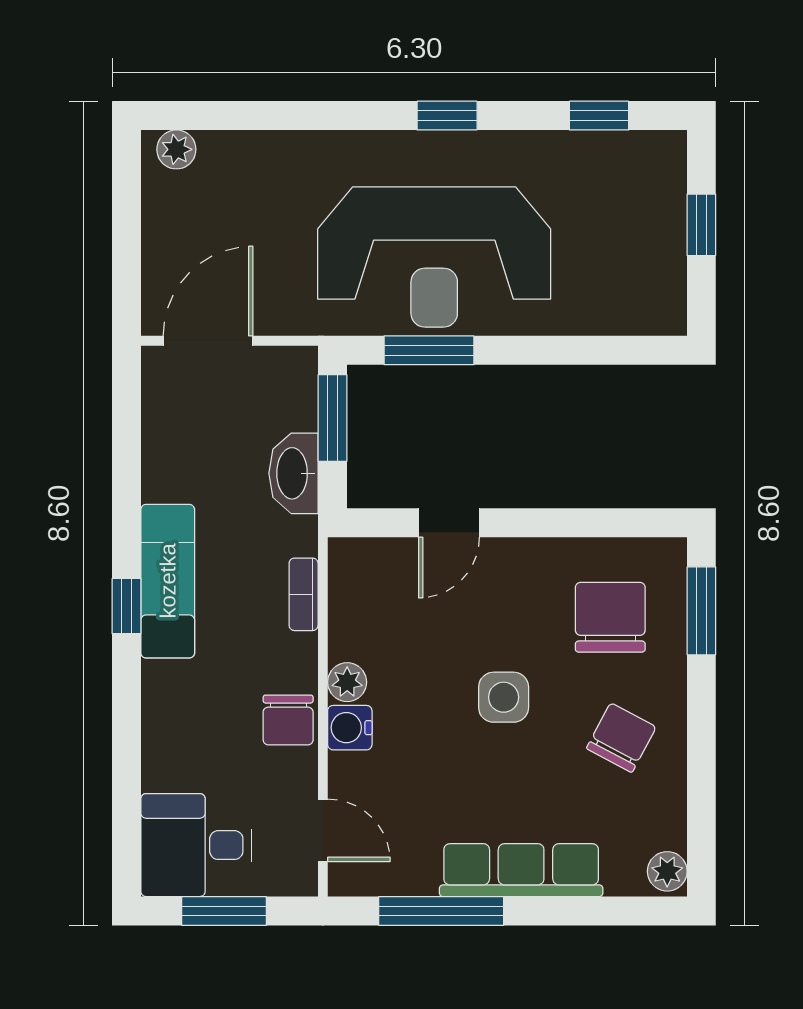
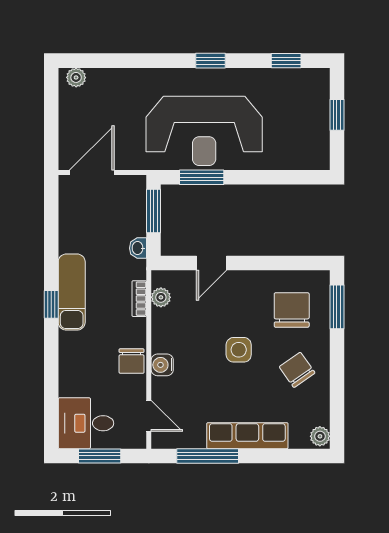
washbasin: (293, 473) -> (138, 248), width x0.52, depth x0.69
plant: (347, 682) -> (161, 297), moved
chair: (621, 738) -> (297, 370), turned -63

